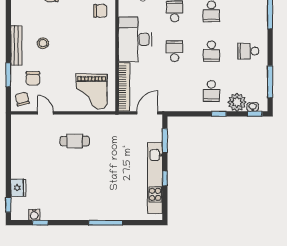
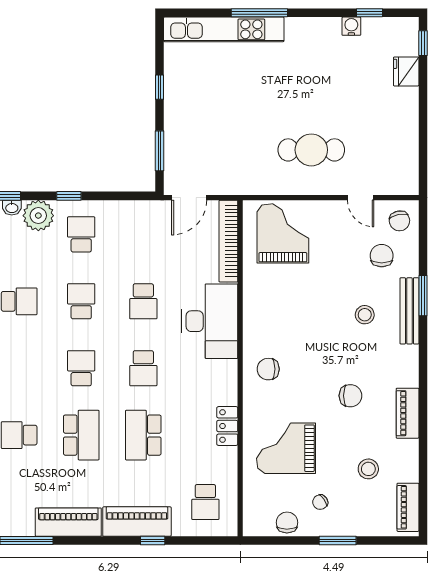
window: (8, 75) -> (423, 296), moved
cafe table: (75, 141) -> (311, 150), width x1.37, depth x1.35
kitchen unit: (155, 178) -> (224, 29), moved, turned 90
water cooler: (34, 215) -> (351, 26), moved

